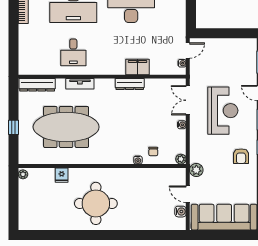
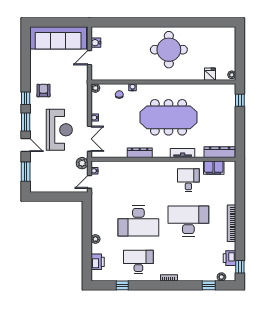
filing cabinet: (138, 67) -> (214, 168), moved
reception desk: (223, 111) -> (59, 130), turned 180
window: (14, 127) -> (240, 100), moved
meeting table: (66, 127) -> (168, 117), moved
plant: (196, 170) -> (82, 163), moved
fridge: (62, 175) -> (210, 74), moved
door: (188, 194) -> (89, 58), swing flipped

